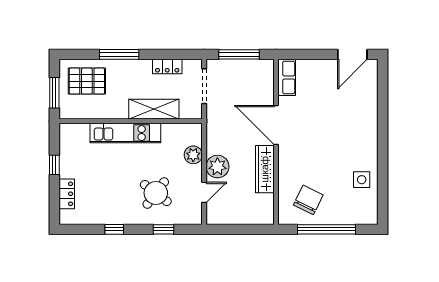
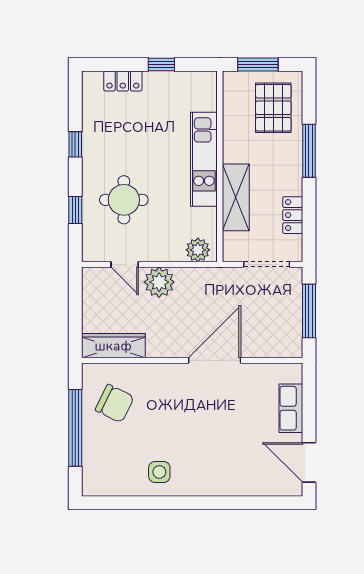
row of seats: (287, 77) -> (291, 408), moved, turned 90
plant: (193, 155) -> (198, 250), moved
wardrobe: (265, 169) -> (113, 346), moved
side table: (362, 180) -> (159, 472), moved
round table: (156, 193) -> (124, 200), turned -37

